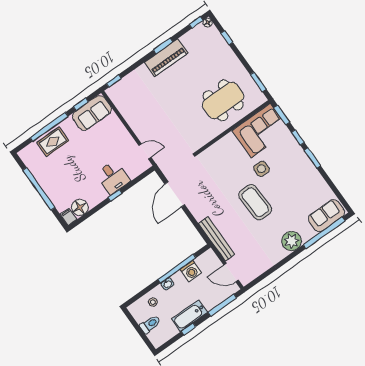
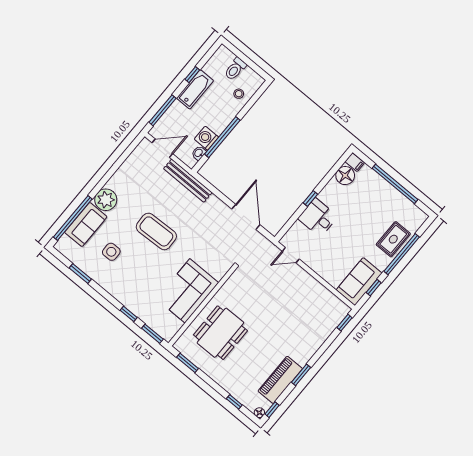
piano: (166, 58) -> (280, 380), moved
corner sofa: (261, 130) -> (187, 291), moved
window: (312, 158) -> (80, 274), moved
side table: (261, 169) -> (111, 252), moved
sofa: (326, 216) -> (86, 225), moved
washbasin: (167, 284) -> (199, 153), moved

